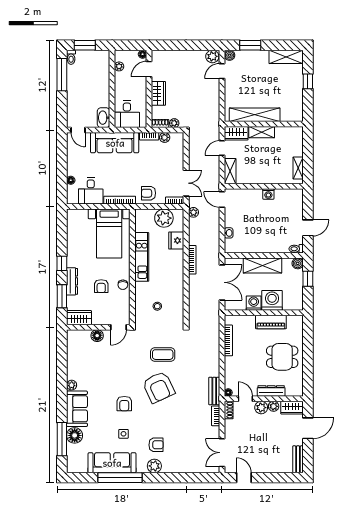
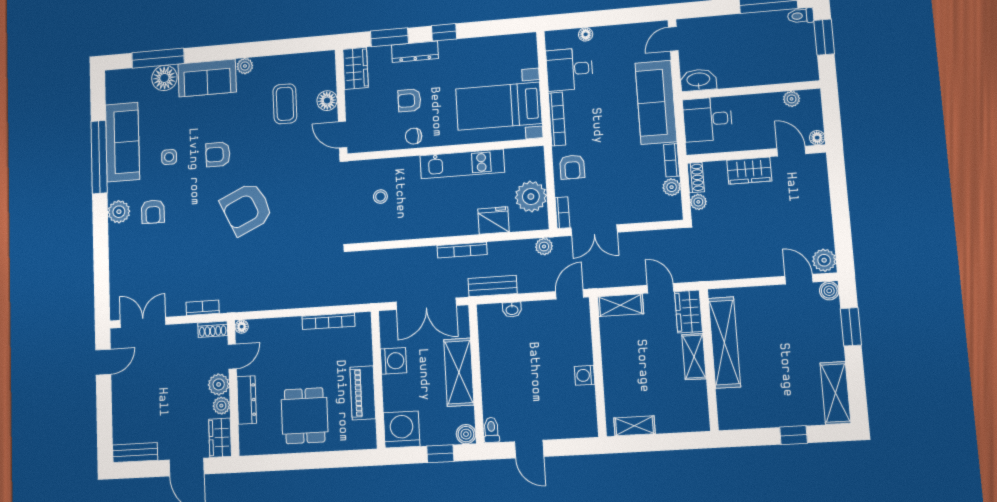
armchair: (149, 193) -> (572, 167), turned 180
washing machine: (272, 300) -> (402, 429), moved, turned -90
coffee table: (163, 355) -> (285, 104), moved
bench: (214, 391) -> (493, 286), moved

